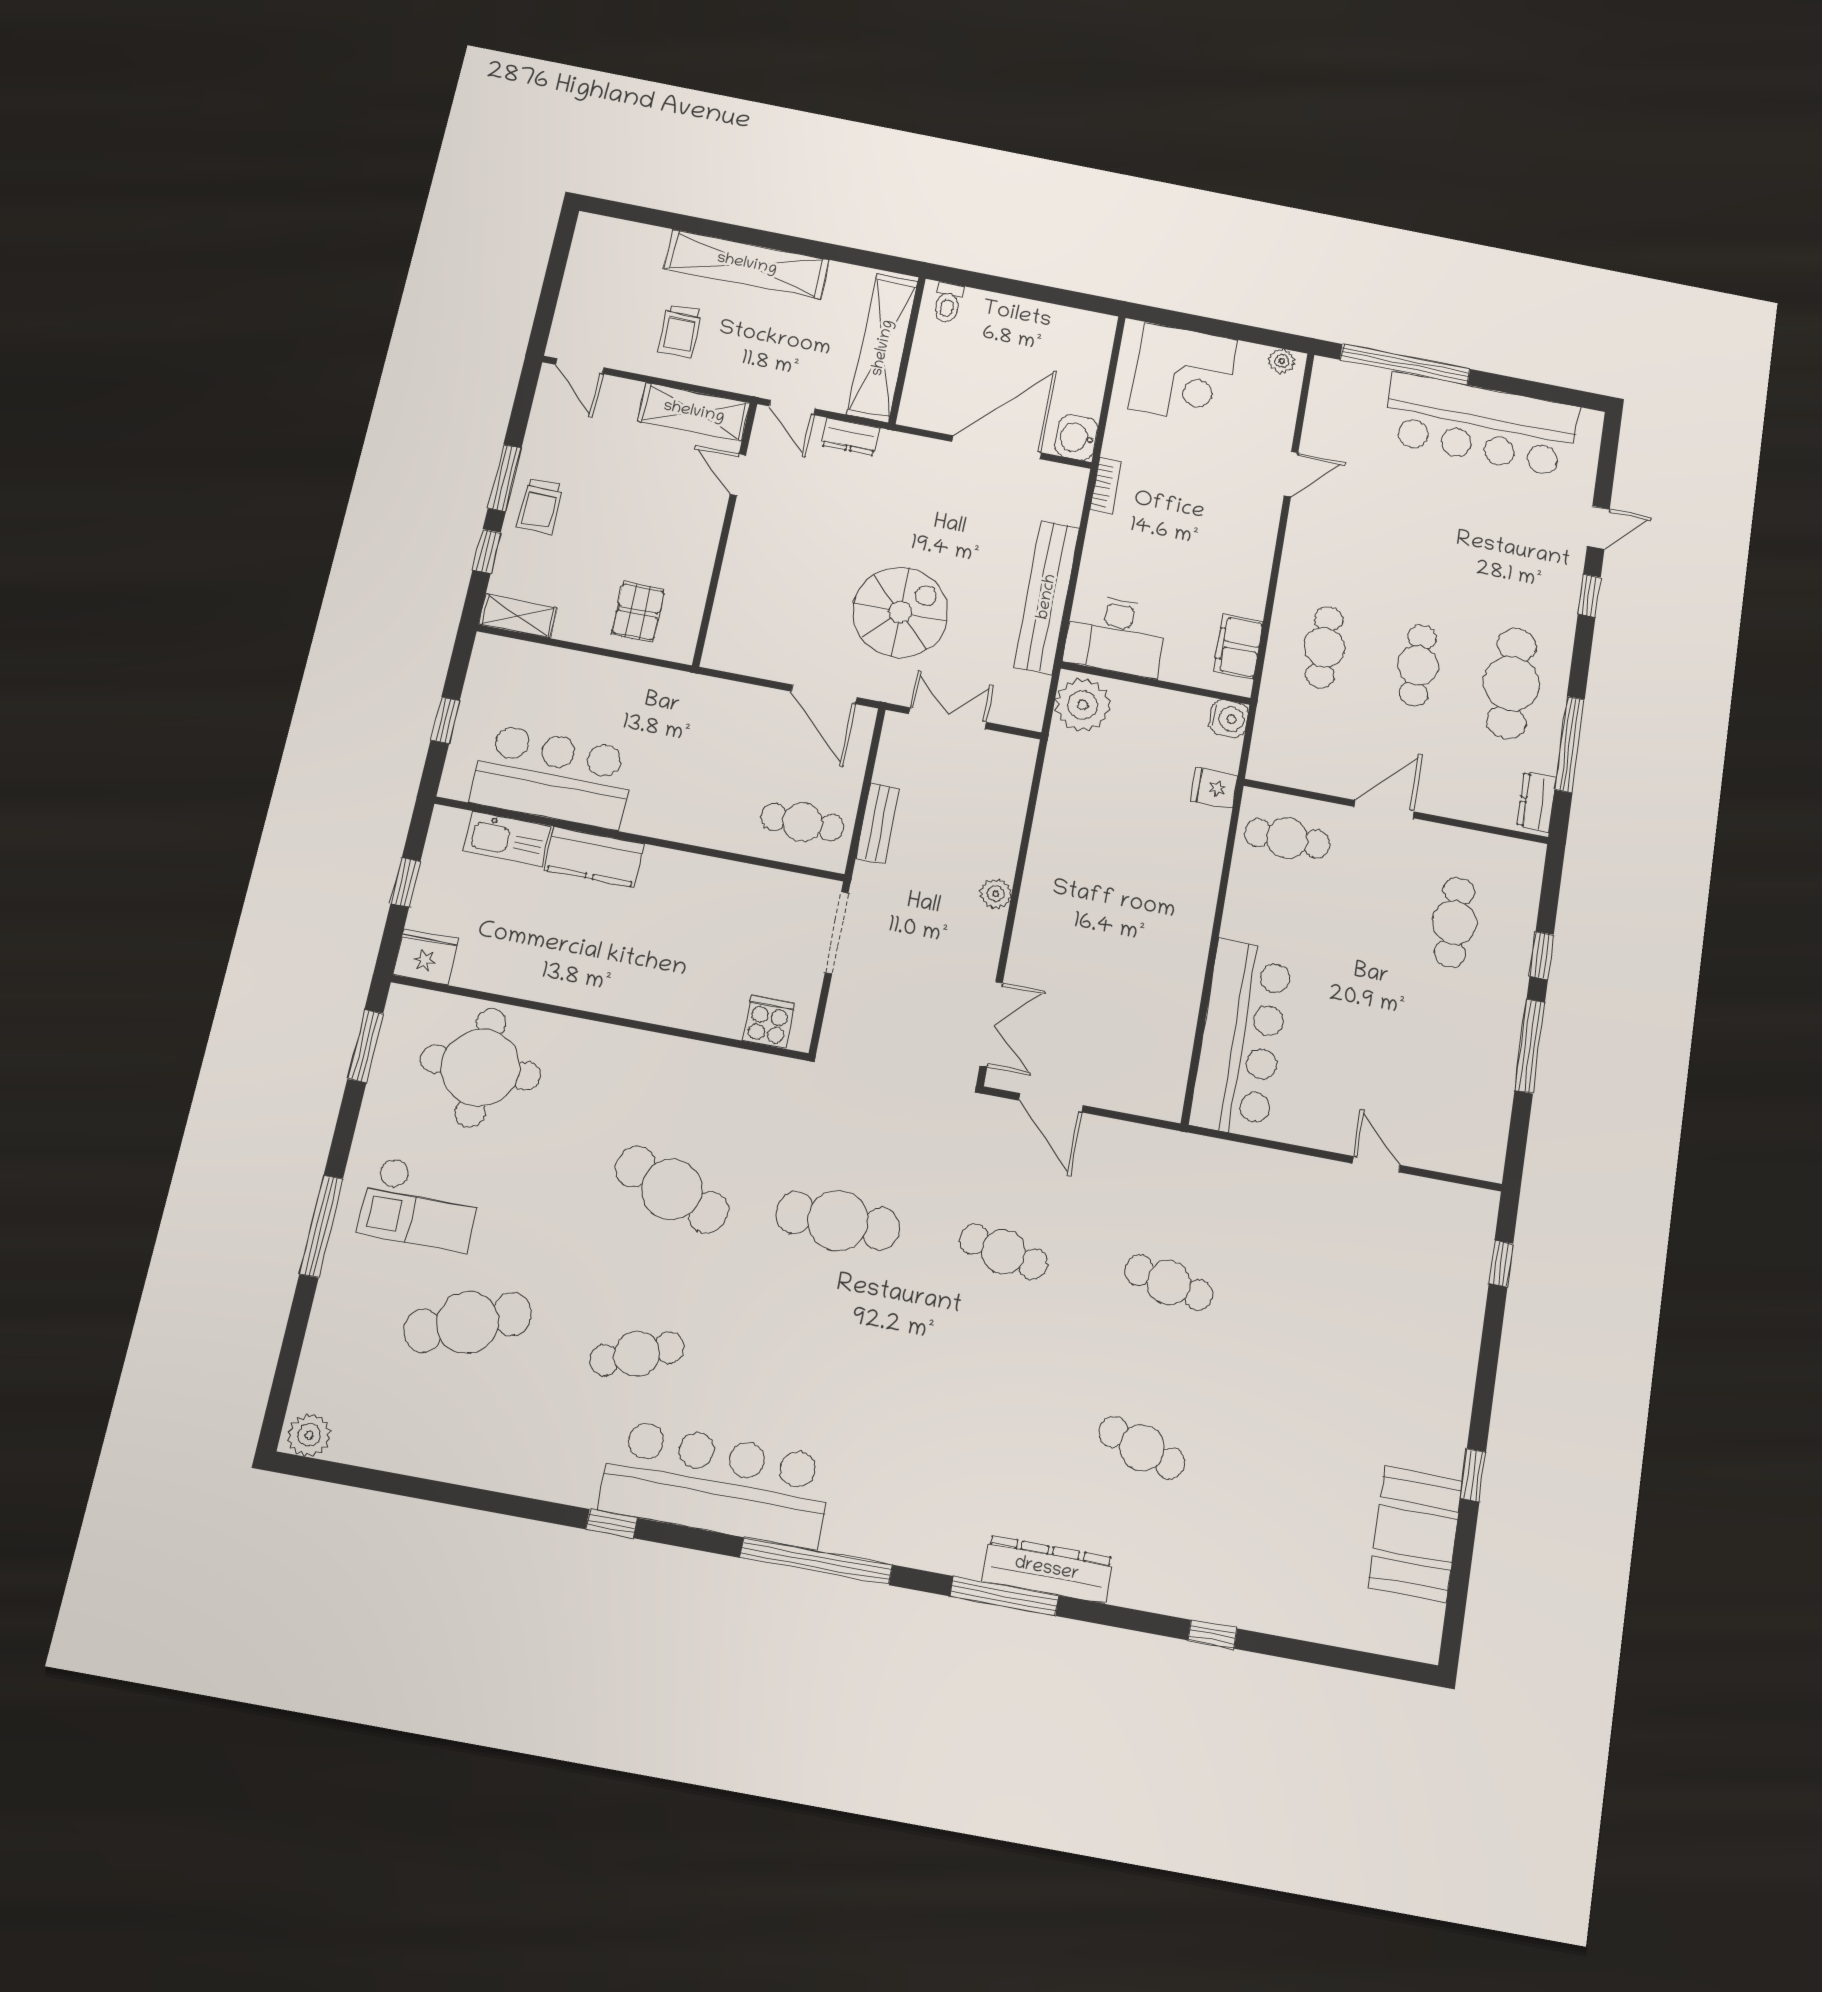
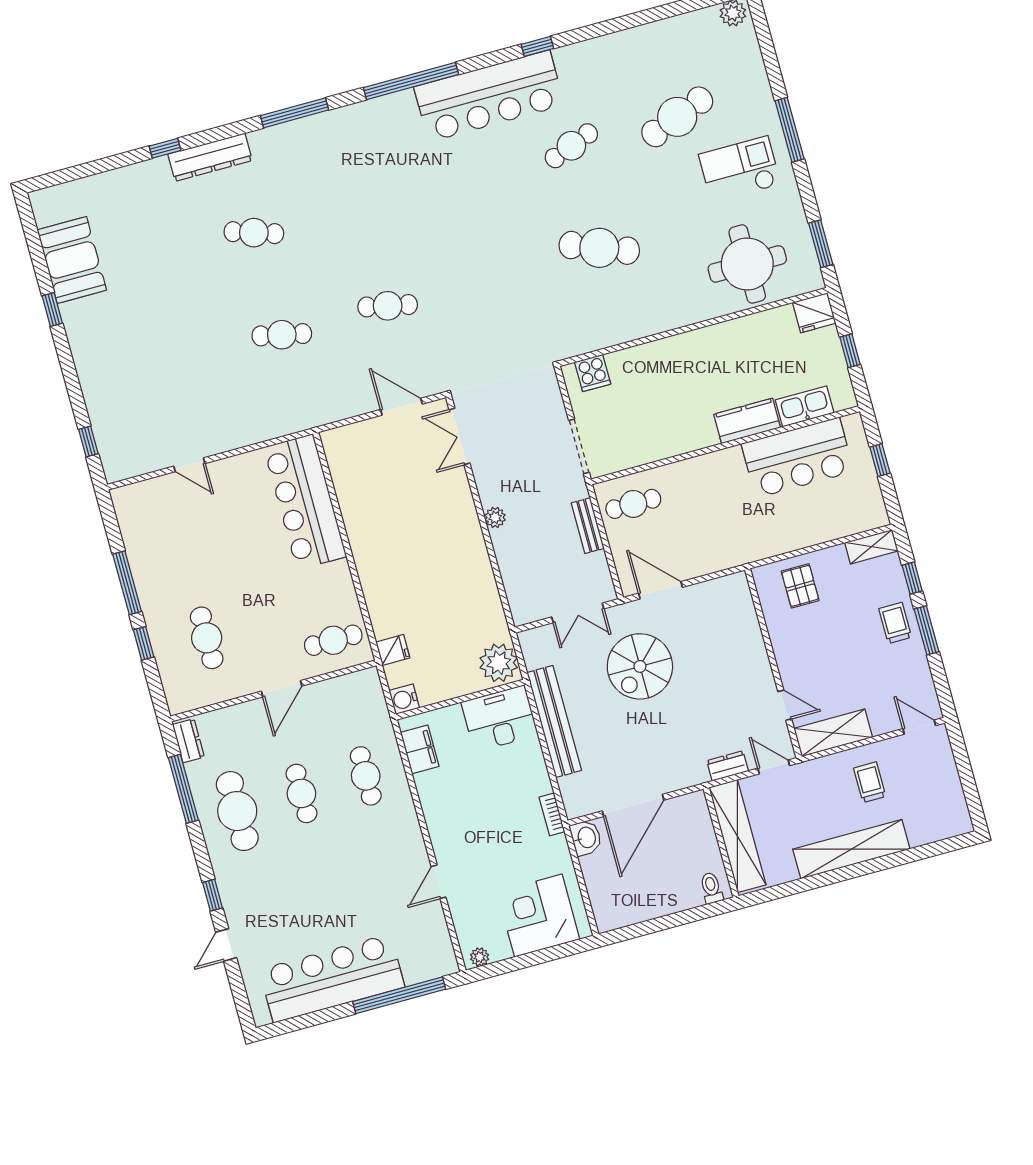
cafe table: (838, 1221) -> (493, 277), removed
dresser: (1047, 1569) -> (210, 157), moved

